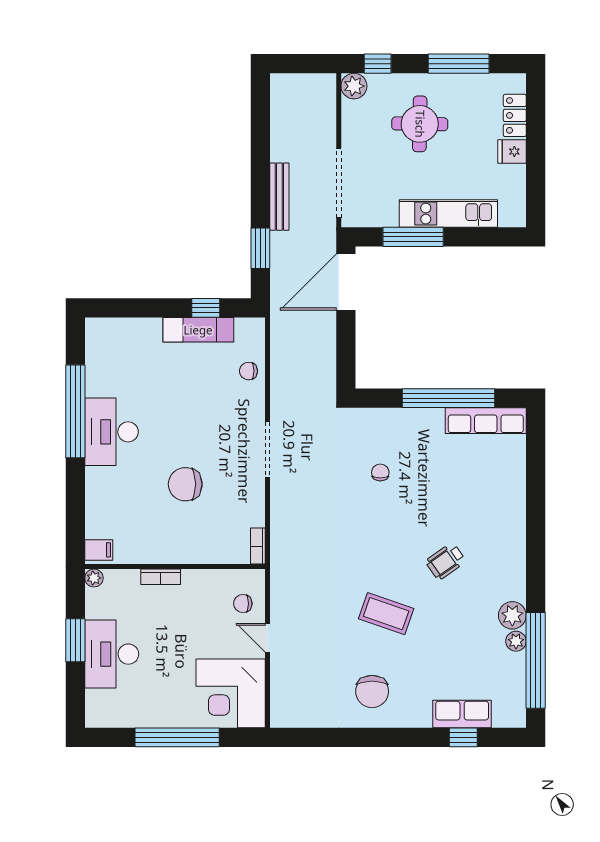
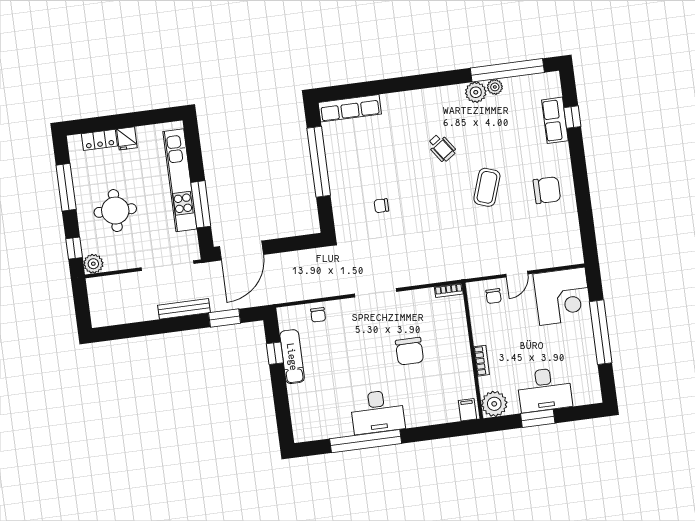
kitchen unit: (448, 214) -> (180, 180), width x1.36
door: (346, 282) -> (242, 250), hinge flipped
row of seats: (486, 421) -> (350, 108), moved, turned 90
plant: (94, 578) -> (494, 404), width x1.87, depth x1.87

